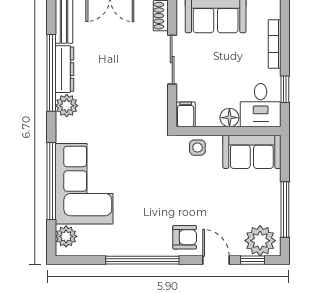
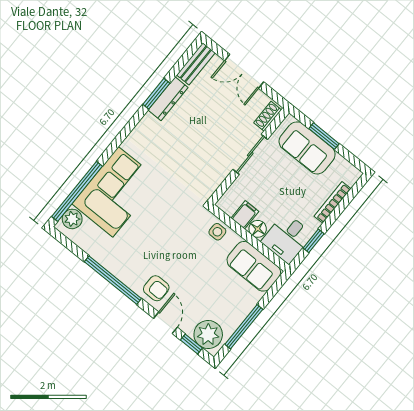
window: (51, 73) -> (156, 94), width x0.47
plant: (67, 106) -> (148, 126), removed
filing cabinet: (186, 114) -> (245, 215), moved
window: (51, 181) -> (77, 191), moved

